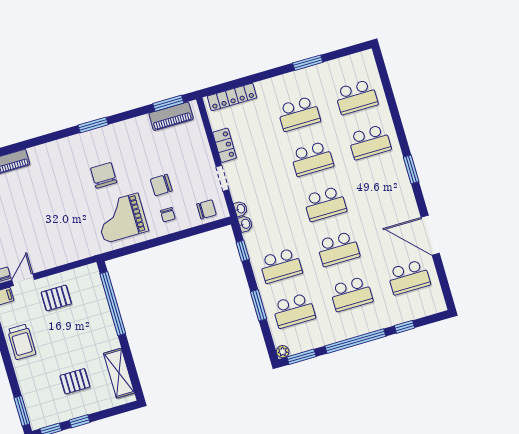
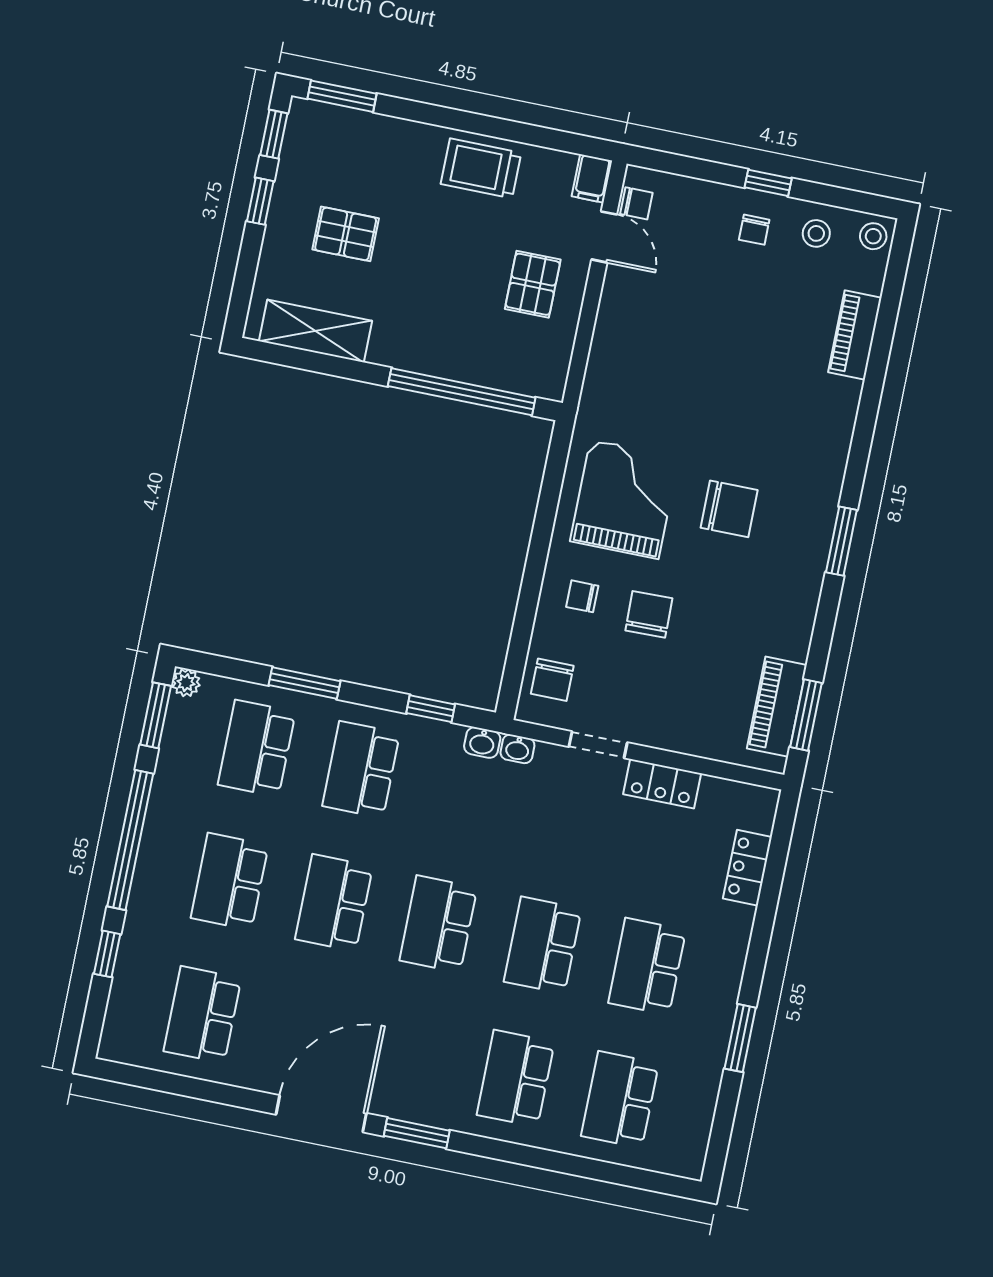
locker: (232, 97) -> (747, 868), width x0.66
door: (430, 235) -> (321, 1114), moved
pallet: (75, 381) -> (346, 234), turned 90

